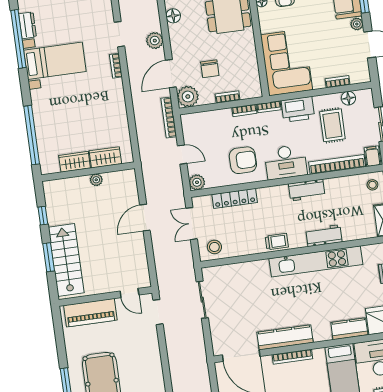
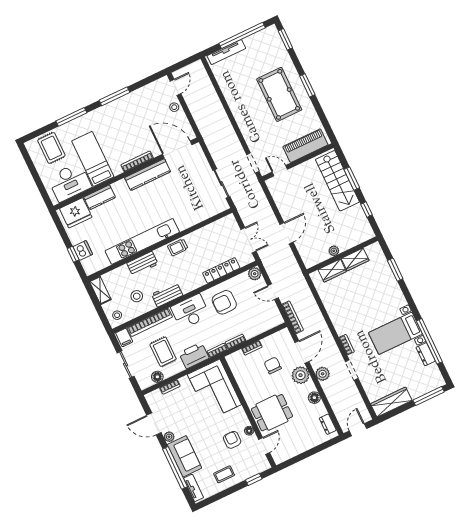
plant: (188, 97) -> (301, 375), moved
window: (32, 135) -> (395, 270), width x0.47
stool: (214, 247) -> (137, 296), moved

